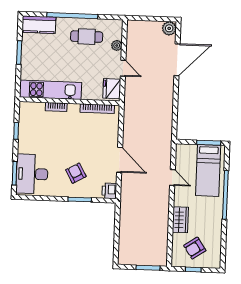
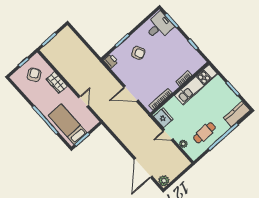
door: (120, 160) -> (131, 94), moved
desk: (32, 174) -> (159, 26), width x0.73
door: (172, 177) -> (83, 101), swing flipped

